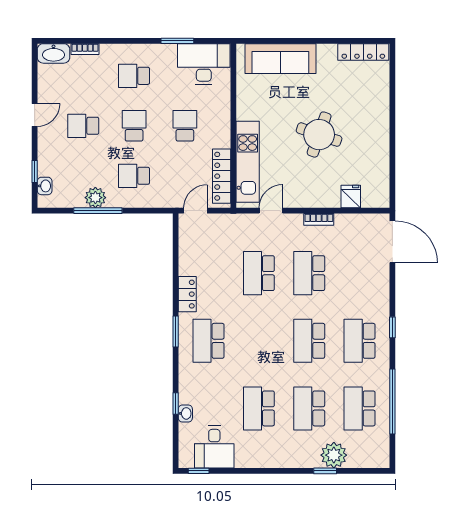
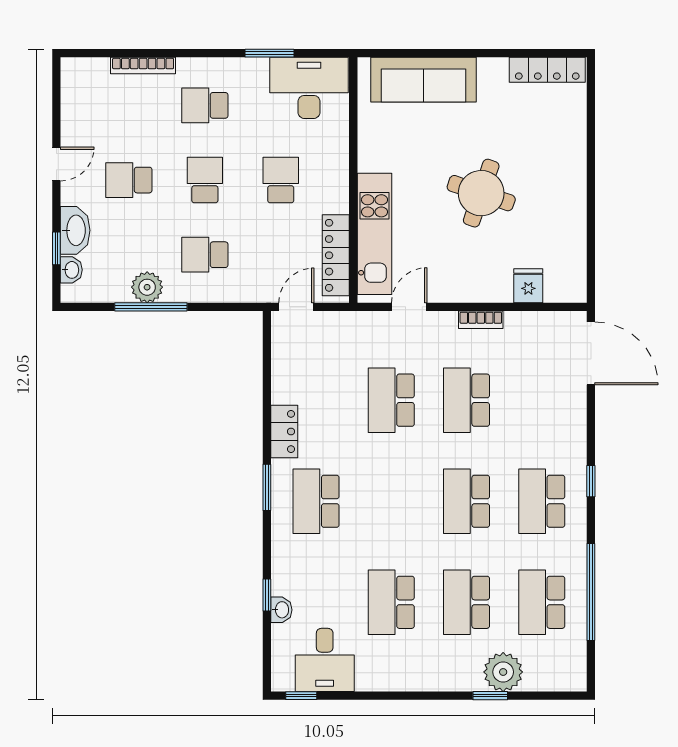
bookcase: (85, 49) -> (143, 66), width x1.56
washbasin: (54, 53) -> (75, 230), moved, turned -90

